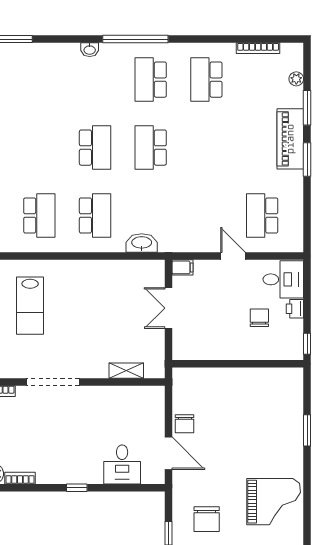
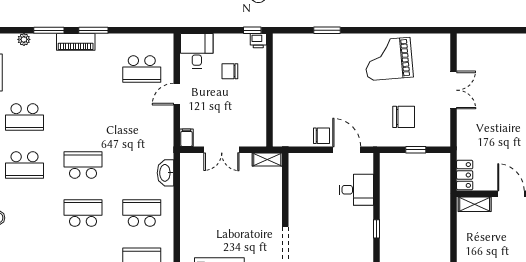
piano: (290, 139) -> (76, 42), width x0.73, depth x0.75
school desk: (151, 148) -> (83, 165), turned 180
printer: (295, 309) -> (258, 41), moved
shelving: (126, 371) -> (267, 160), moved, turned 90
door: (168, 453) -> (347, 150), hinge flipped
grand piano: (274, 502) -> (389, 59), turned -95

